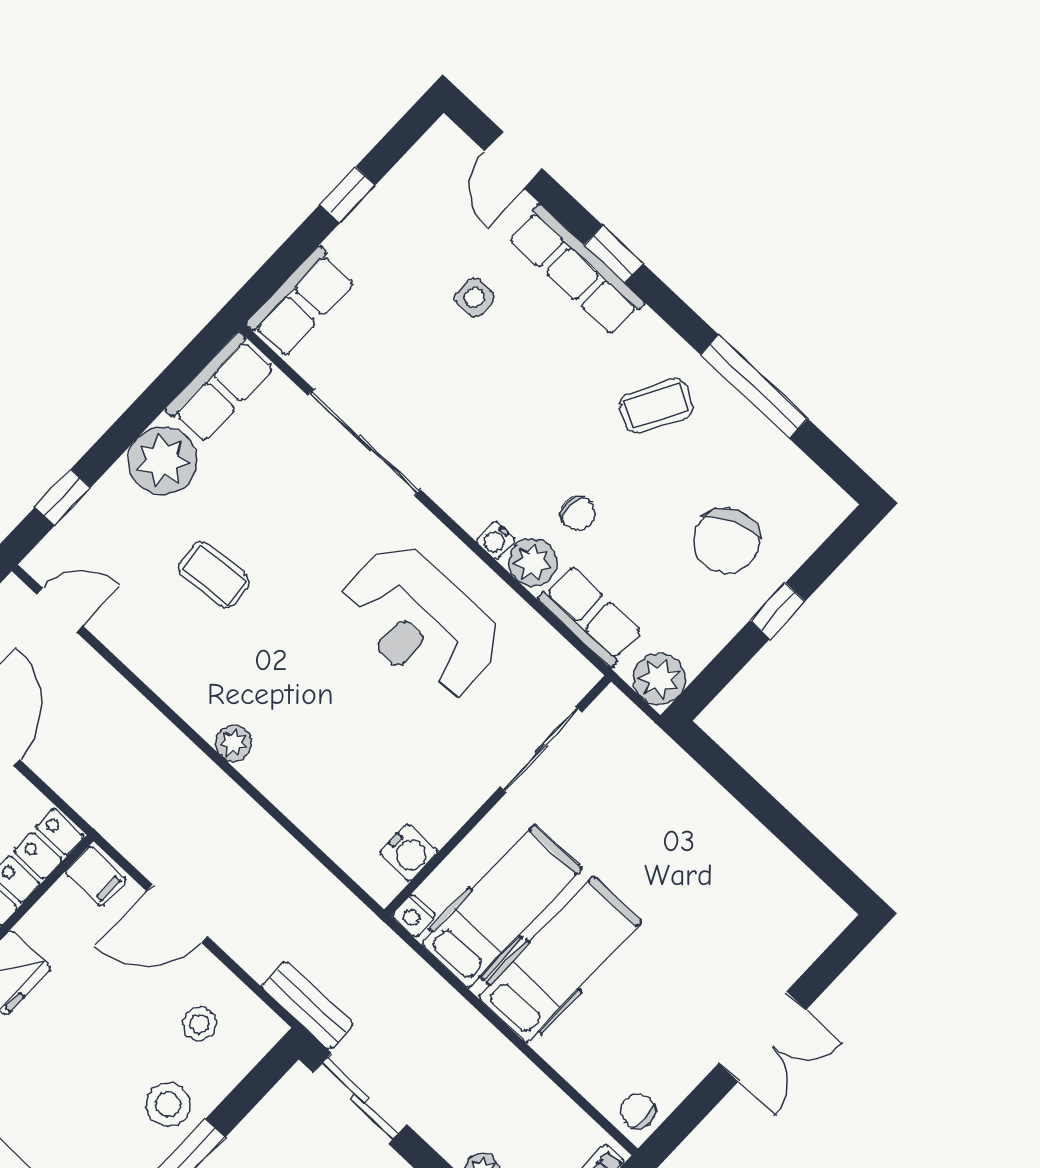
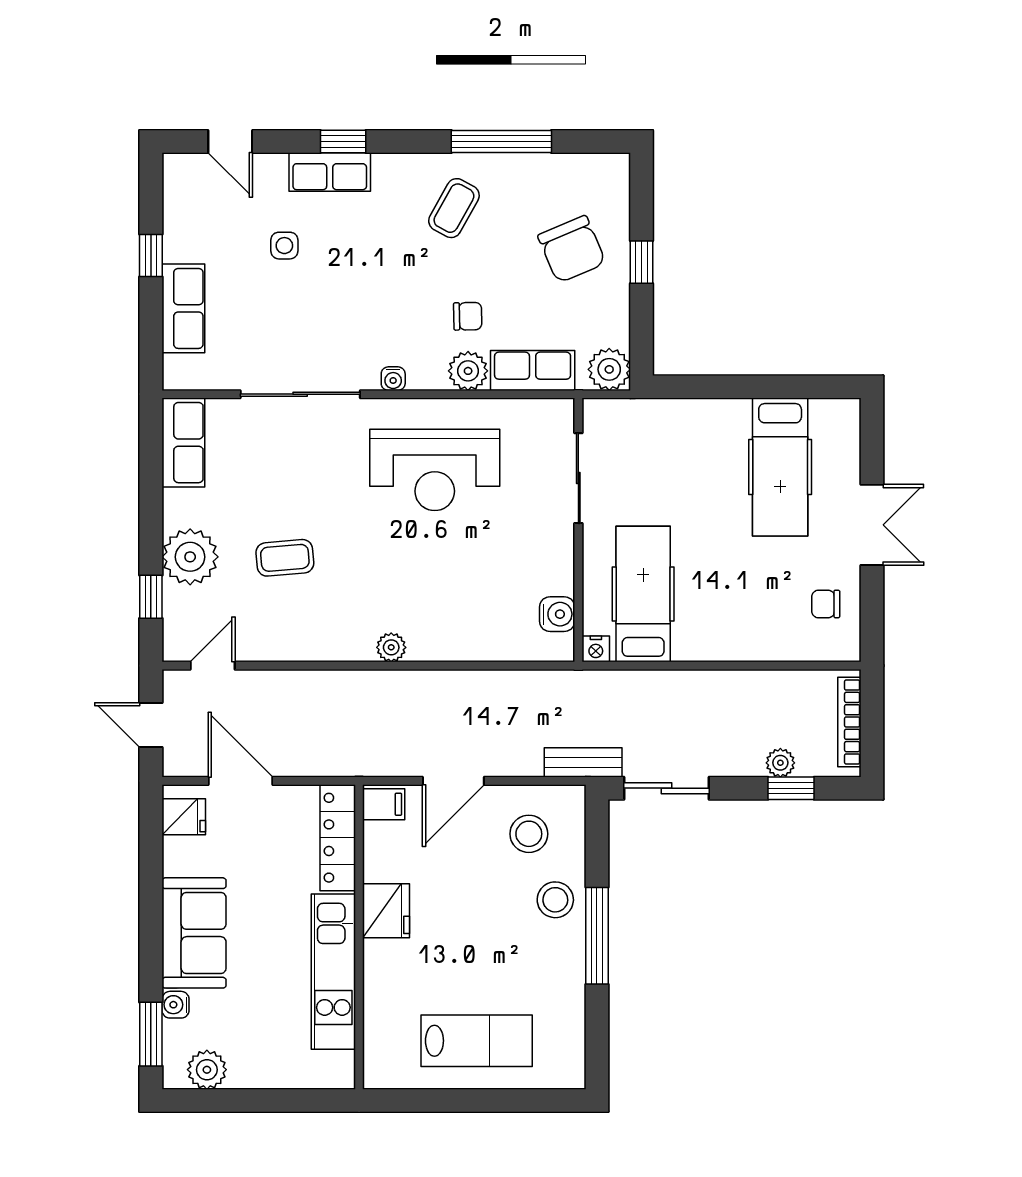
row of seats: (576, 270) -> (330, 172), width x0.68
row of seats: (301, 302) -> (183, 308), moved
plant: (163, 460) -> (190, 557), moved
water cooler: (496, 540) -> (393, 379), moved
hospital bed: (560, 960) -> (780, 467), moved, turned 180
stool: (200, 1024) -> (529, 834), width x1.37, depth x1.37
chair: (638, 1111) -> (826, 604), moved

